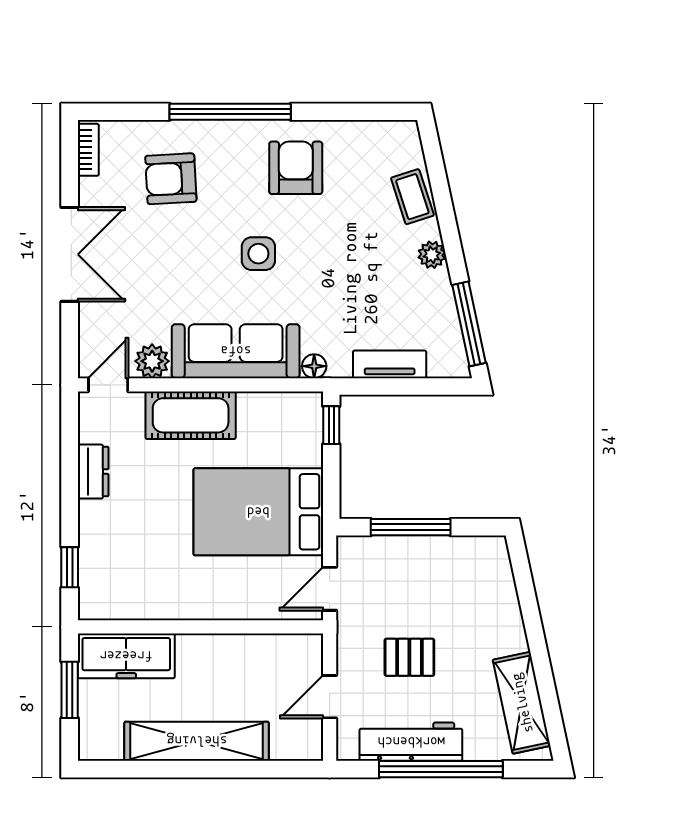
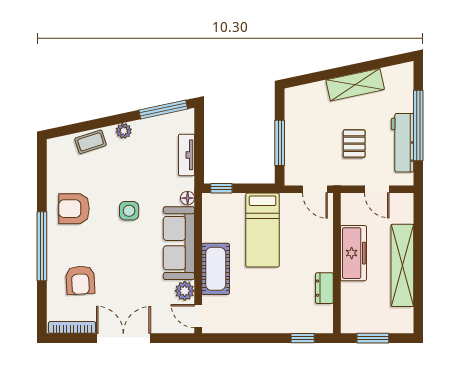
bookcase: (88, 150) -> (72, 327), width x1.56
side table: (258, 254) -> (129, 211), moved
dresser: (93, 472) -> (324, 288), moved, turned -90
bed: (258, 512) -> (263, 230), width x0.67
freezer: (126, 656) -> (353, 253), moved
shelving: (522, 703) -> (355, 85), moved

